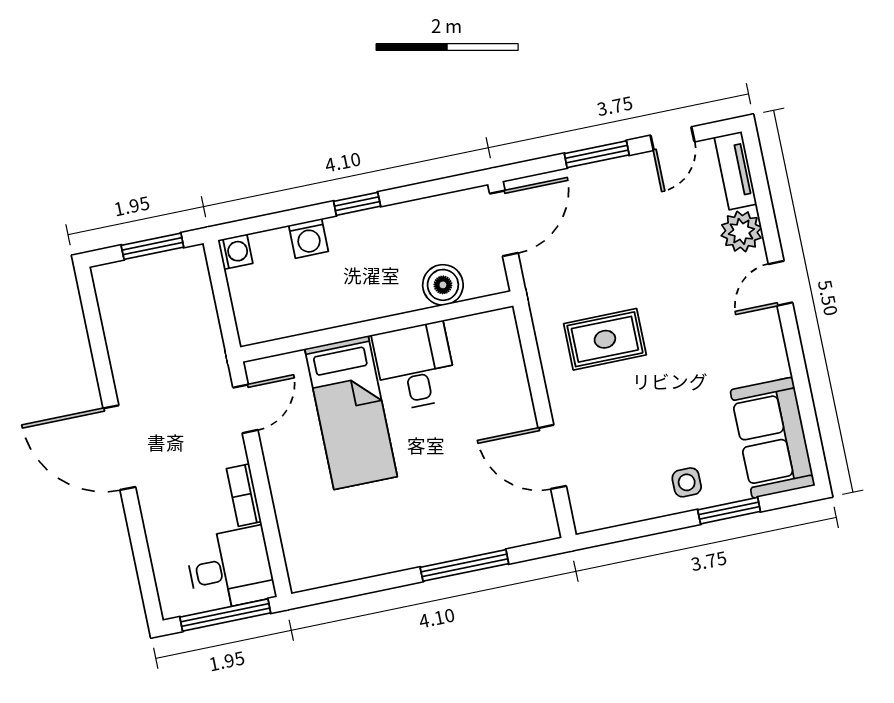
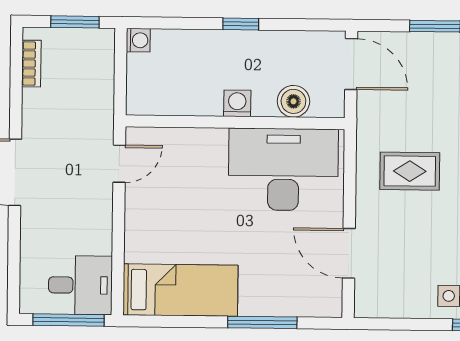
door: (504, 223) -> (351, 64), hinge flipped
washing machine: (308, 238) -> (237, 103), moved, turned 180
desk: (415, 366) -> (283, 169), width x1.87, depth x1.30
bed: (351, 413) -> (180, 290), moved, turned -90
bookcase: (244, 495) -> (31, 64), moved, turned 180

